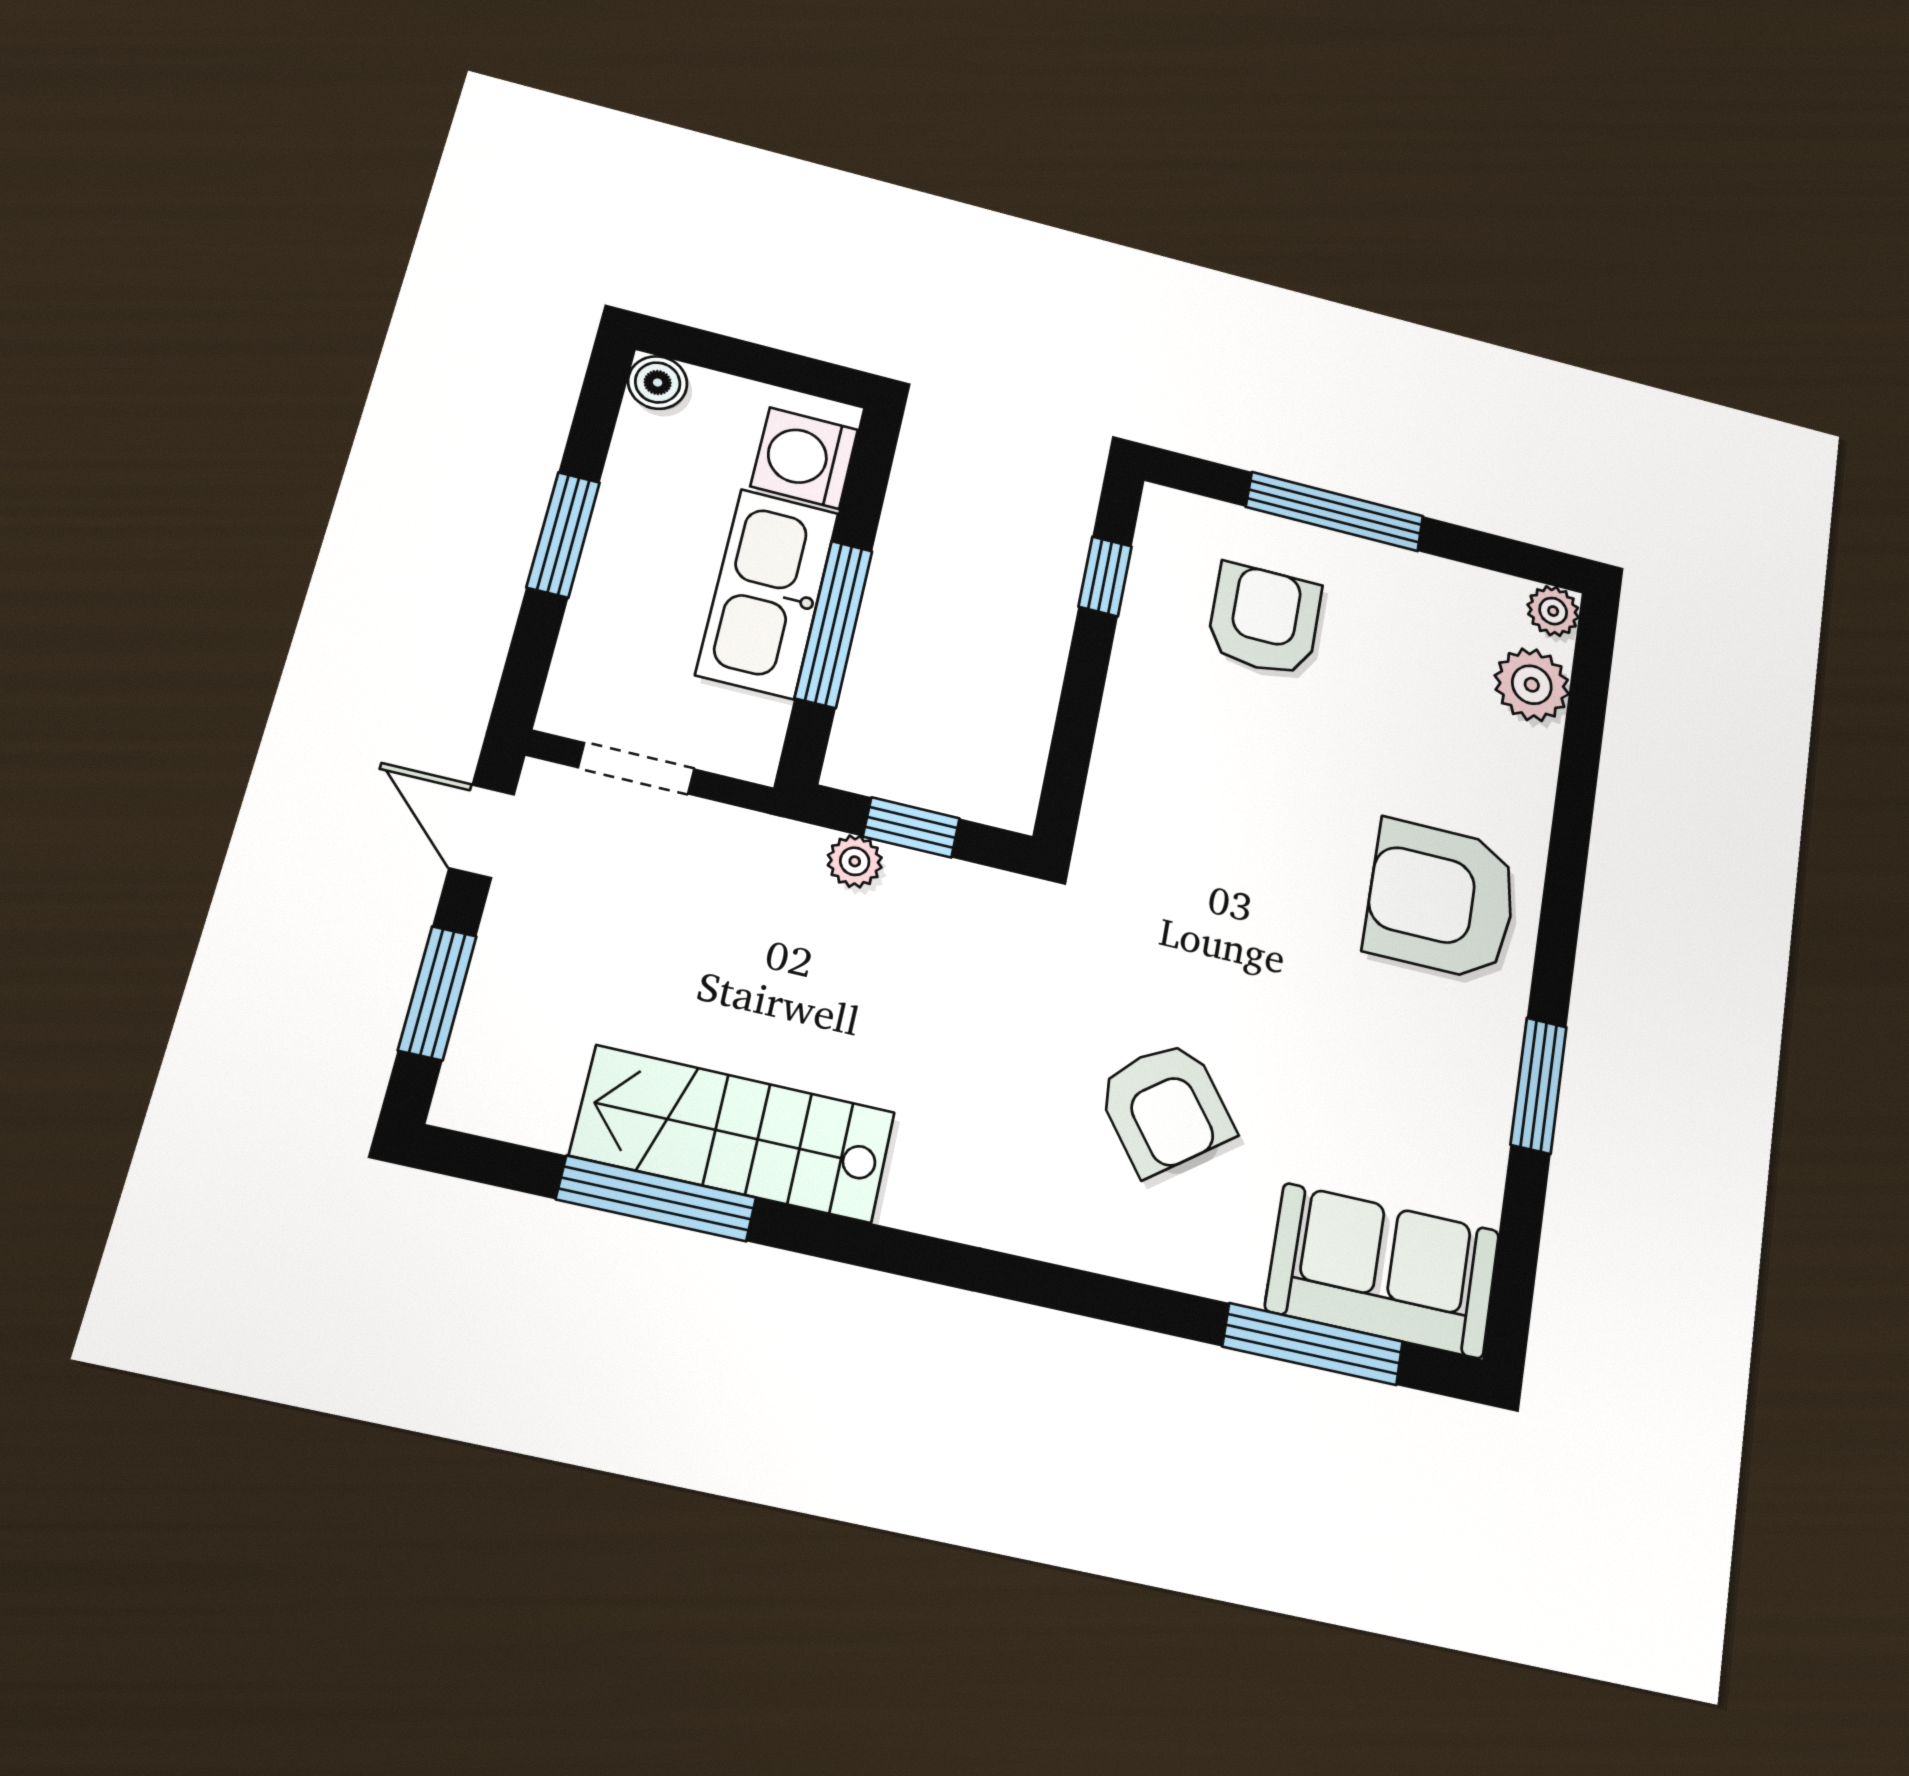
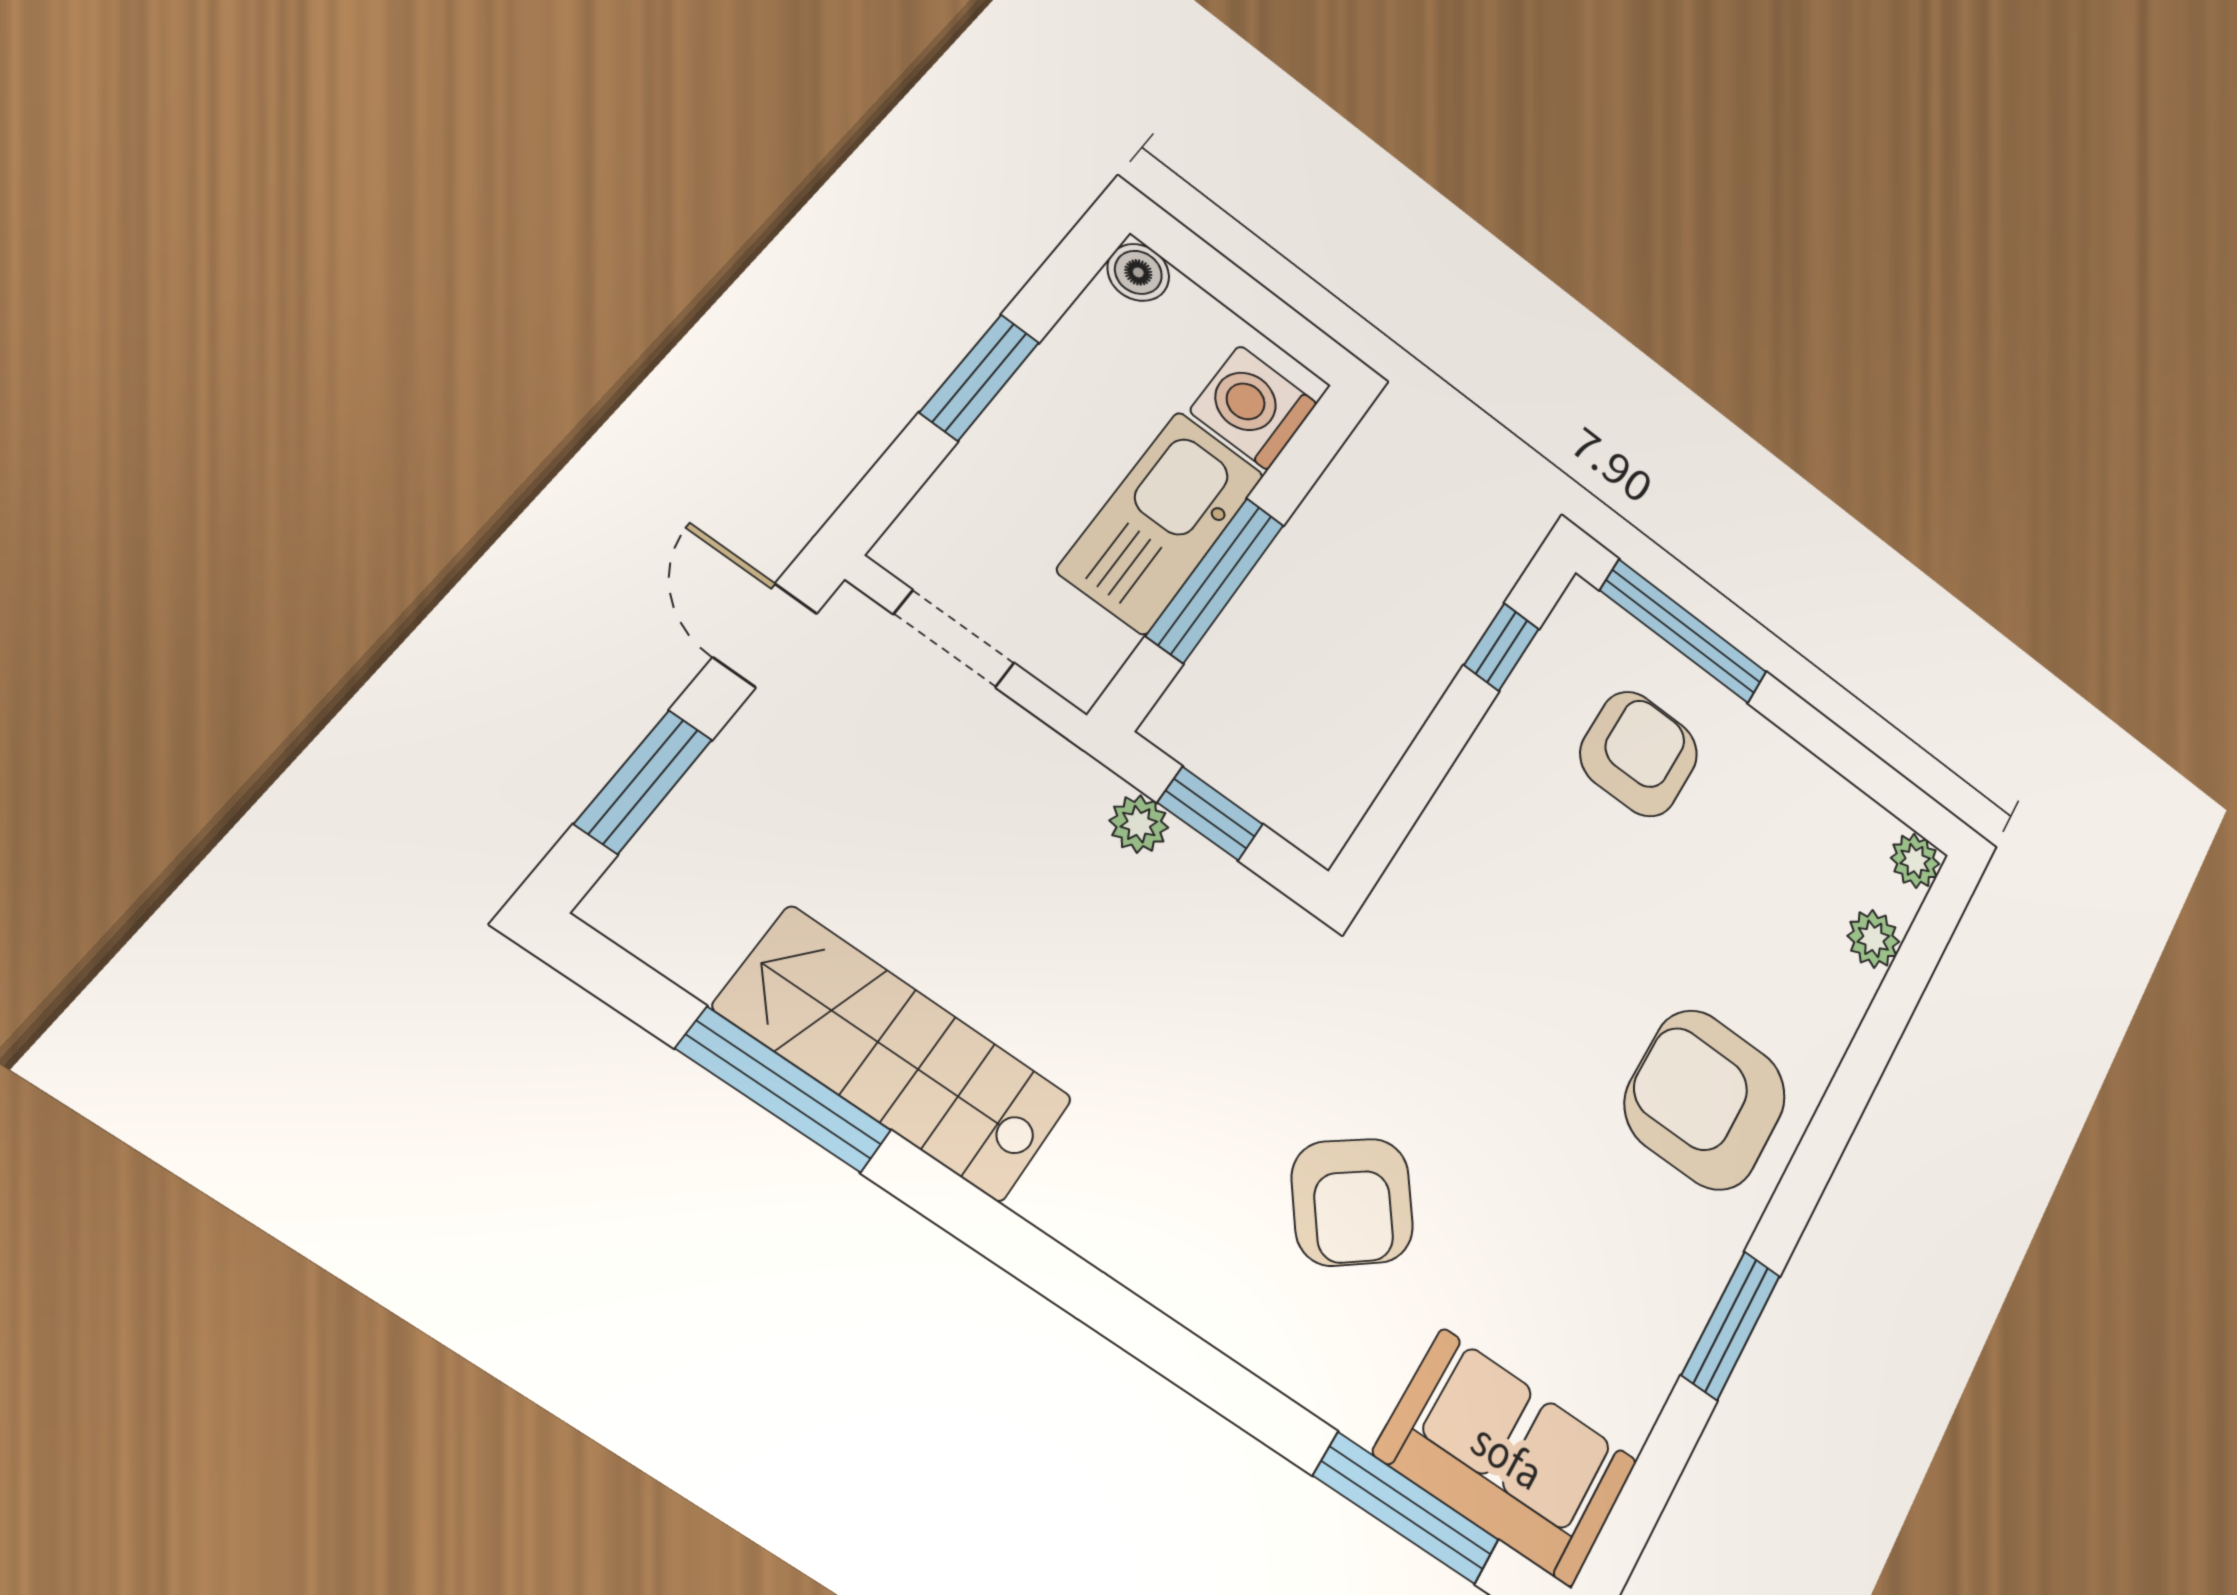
window: (1335, 512) -> (1684, 631), moved
plant: (1532, 685) -> (1873, 939), width x0.73, depth x0.73

